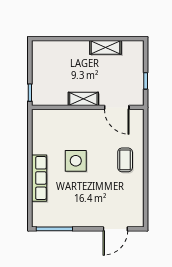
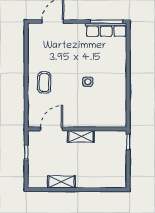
door: (117, 107) -> (52, 129), hinge flipped
side table: (76, 161) -> (88, 82), width x0.54, depth x0.54
row of seats: (39, 178) -> (106, 30), moved, turned -90

